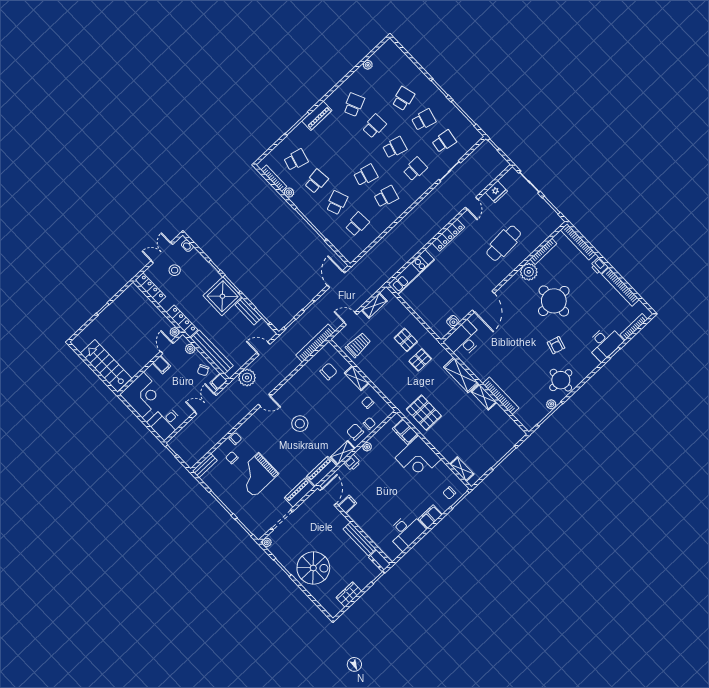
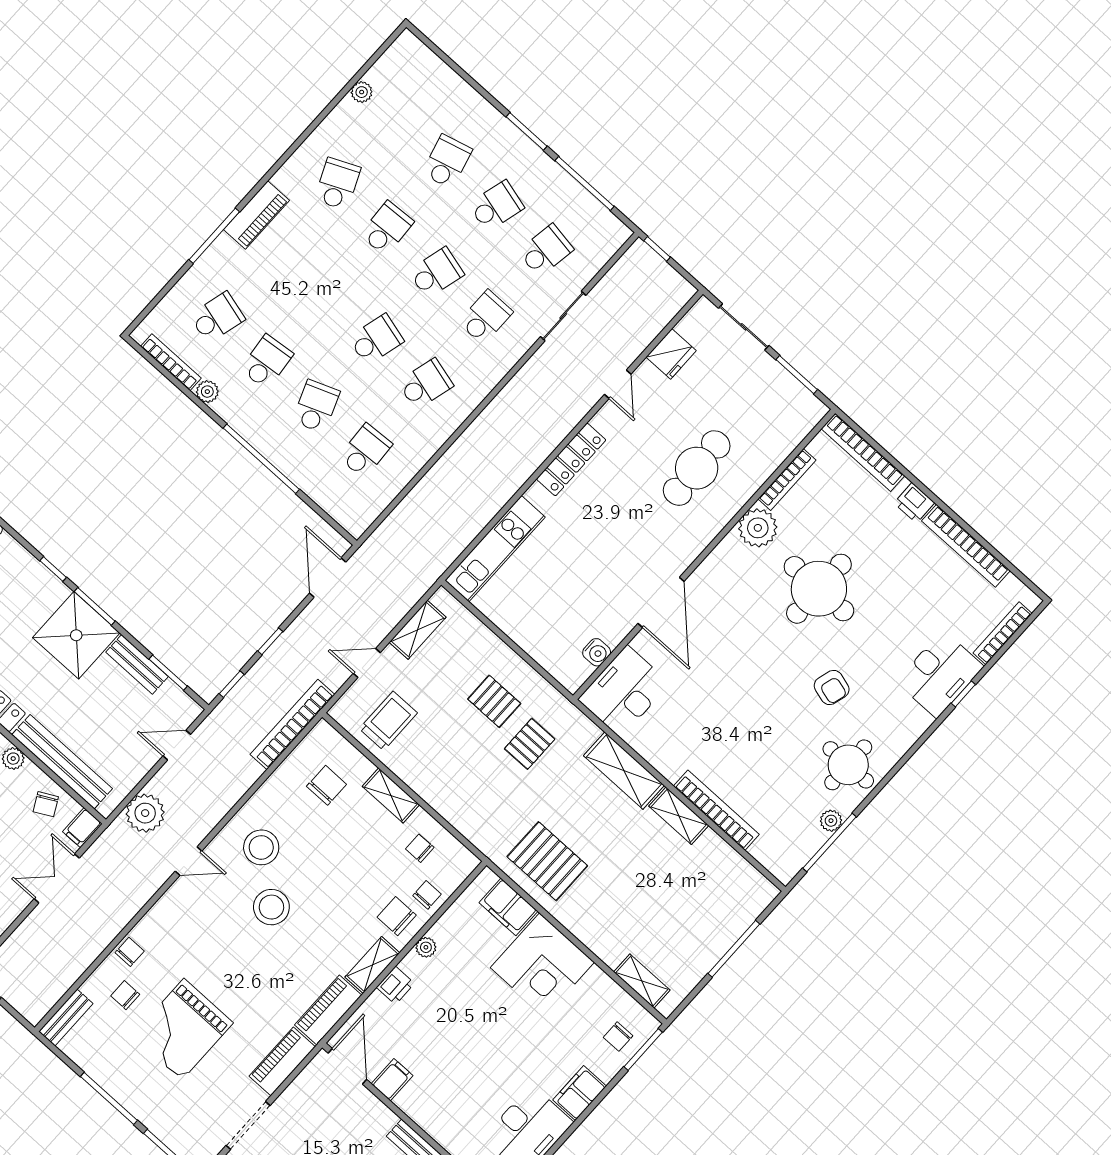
stool: (297, 397) -> (261, 847), added

